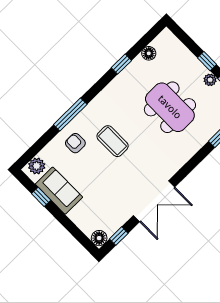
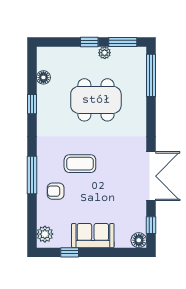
sofa: (59, 191) -> (93, 236), moved

